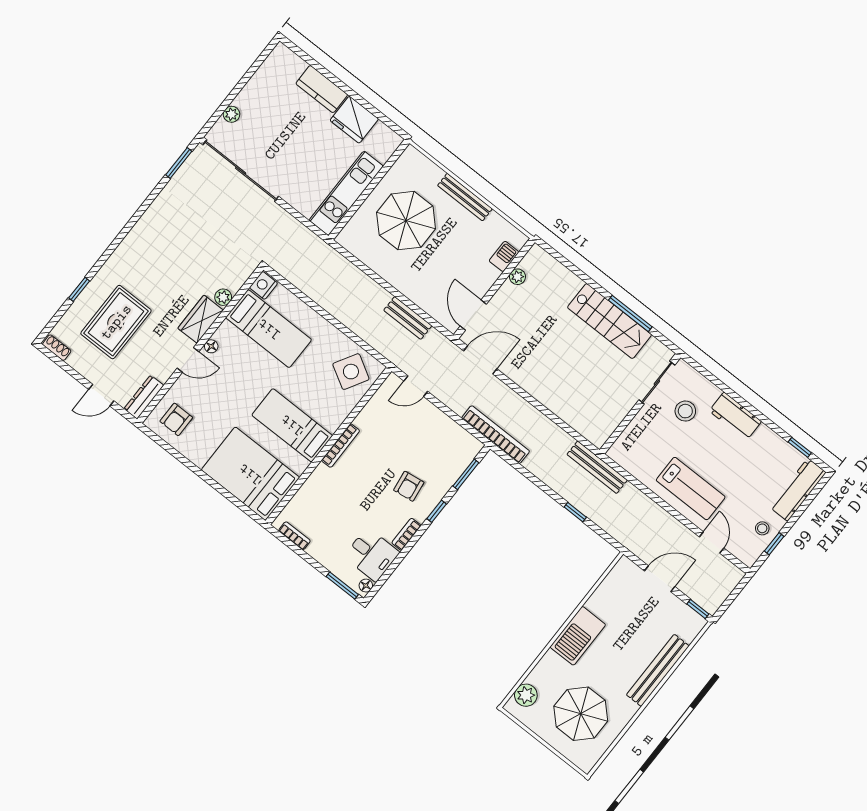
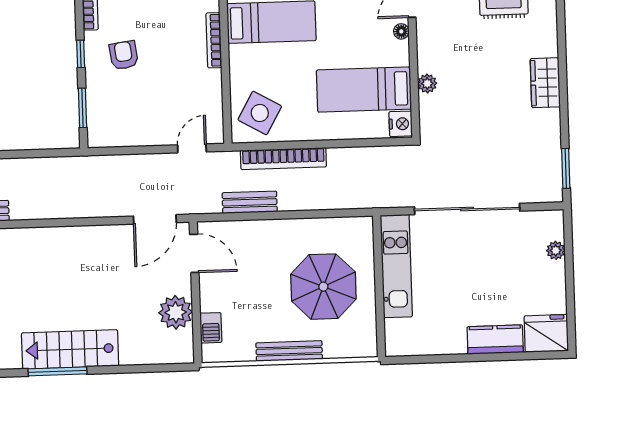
fridge: (354, 120) -> (546, 333), moved
sliding door: (241, 171) -> (467, 209), moved
plant: (517, 277) -> (176, 312), width x1.88, depth x1.88
wardrobe: (201, 319) -> (545, 83), moved, turned 180
bookcase: (496, 435) -> (283, 159), moved

